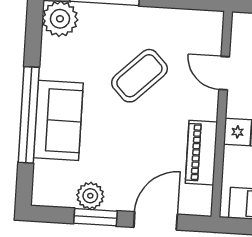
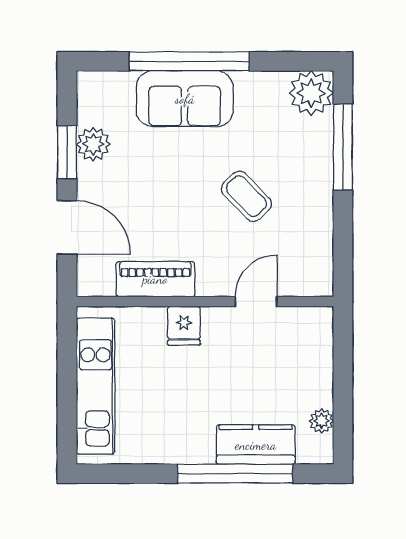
coffee table: (139, 76) -> (246, 196), width x0.73, depth x0.77

